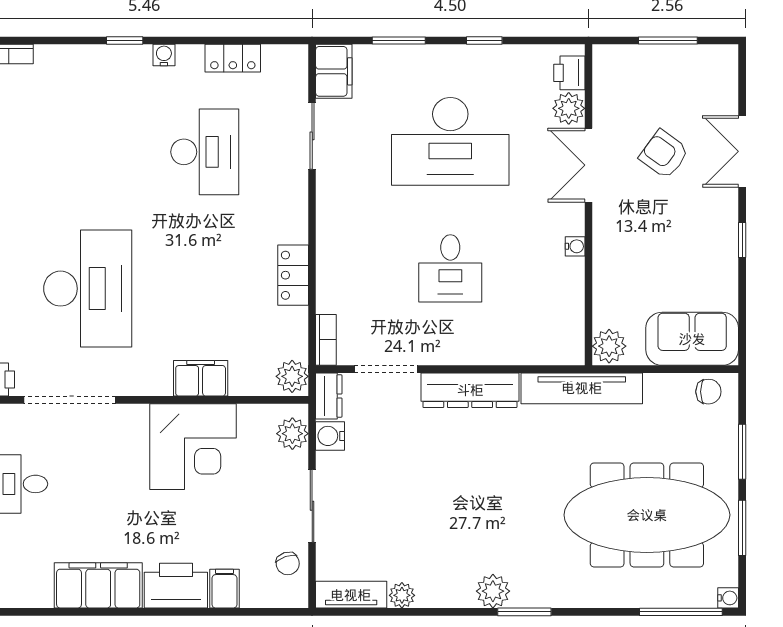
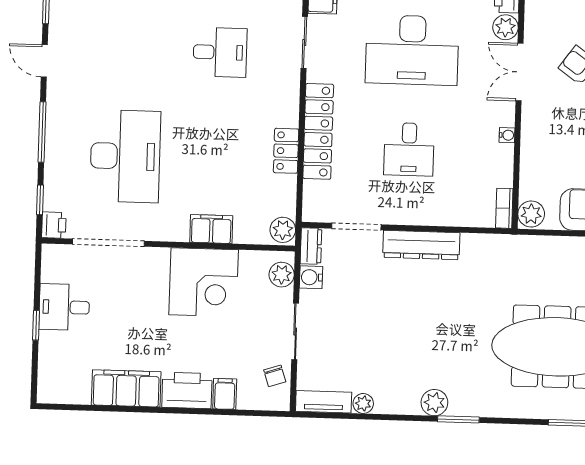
desk: (205, 152) -> (220, 52), width x0.73
locker: (333, 249) -> (318, 131), added
bookcase: (326, 340) -> (504, 208), moved, turned 180
tv unit: (582, 388) -> (509, 246), removed

